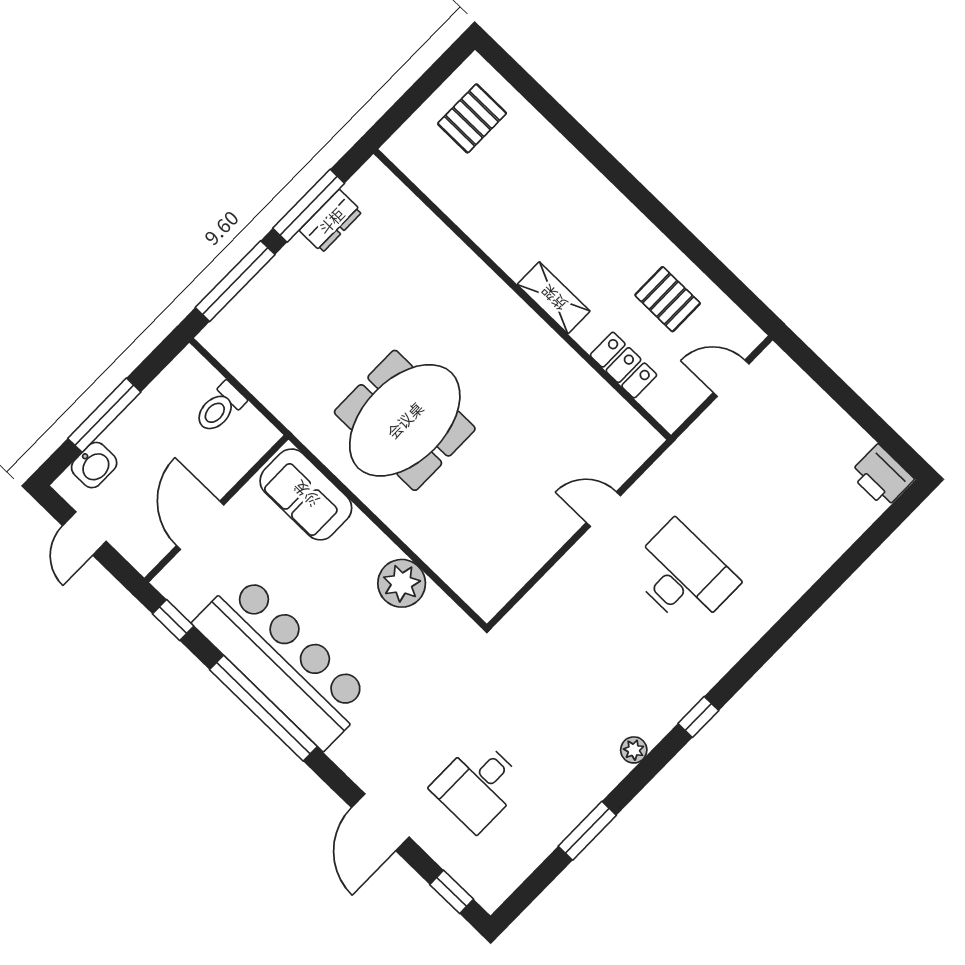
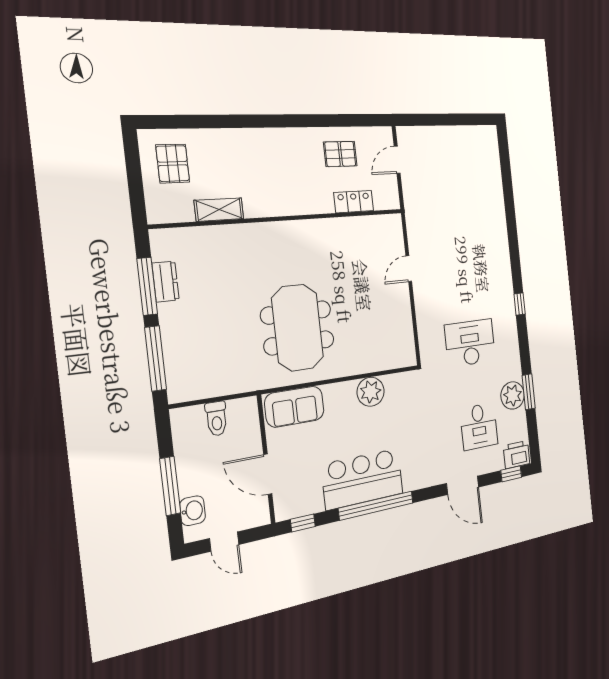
shelving: (554, 298) -> (219, 210), moved
printer: (882, 476) -> (517, 455), moved, turned 180
desk: (683, 575) -> (470, 343), moved
bar counter: (283, 661) -> (363, 479), width x0.73
plant: (634, 750) -> (513, 395), moved, width x1.88, depth x1.88

